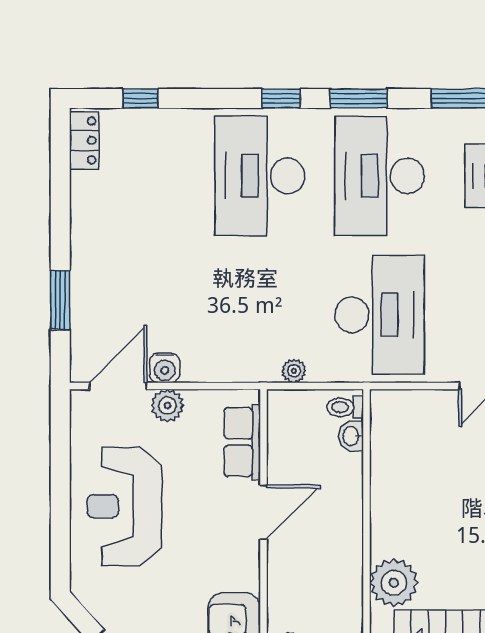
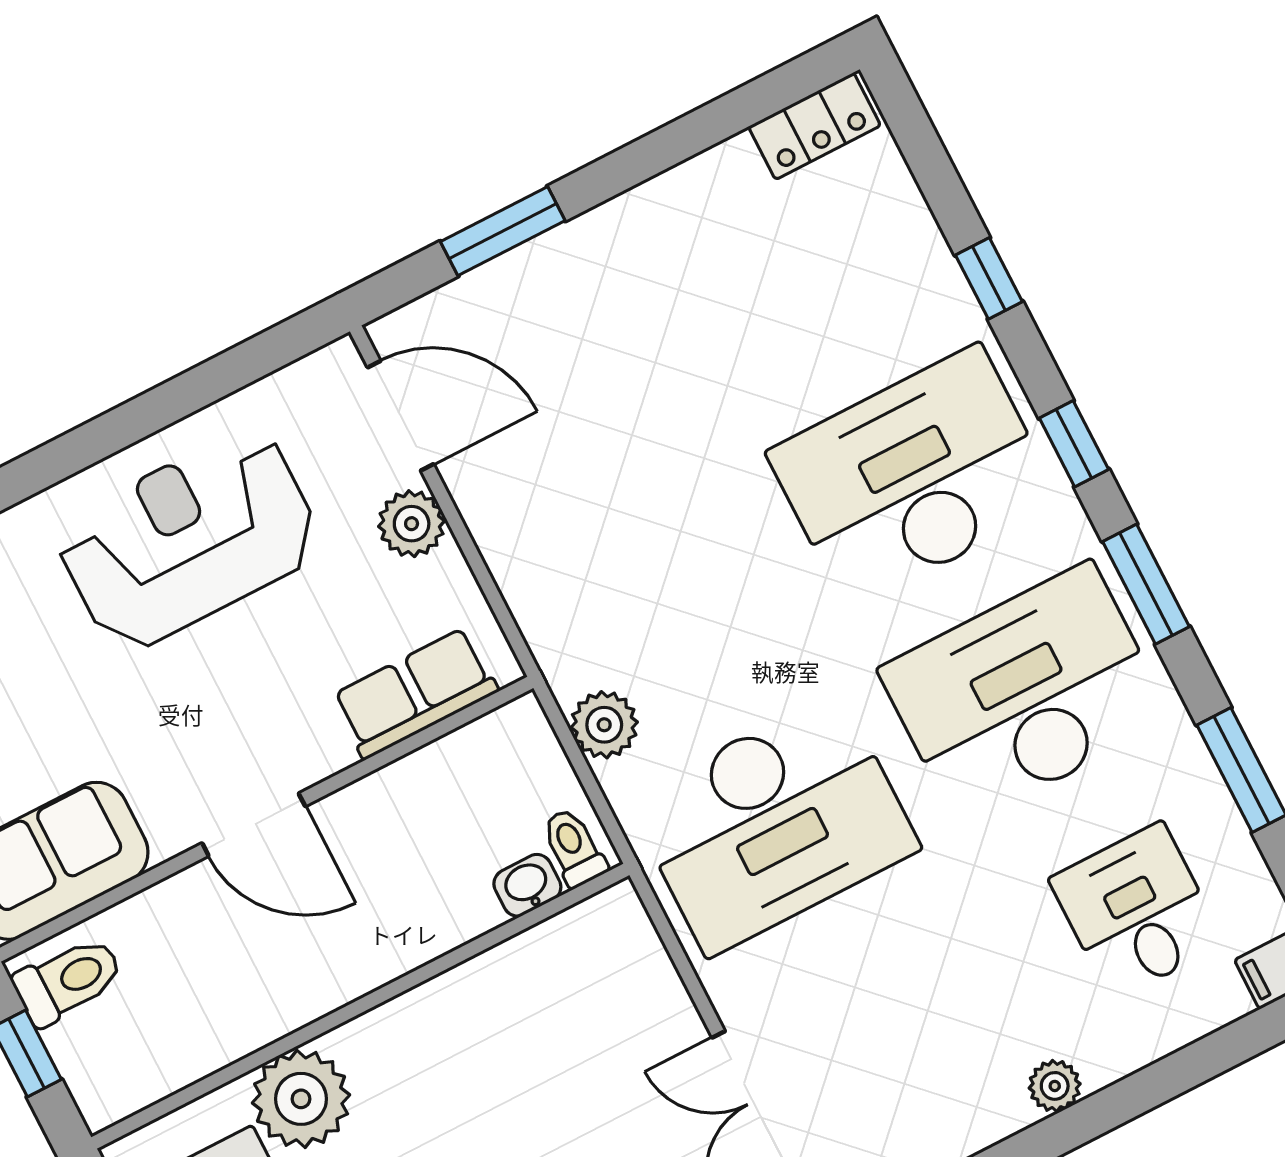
window: (141, 98) -> (989, 278), moved
water cooler: (165, 368) -> (477, 484), removed
plant: (294, 371) -> (604, 725), width x1.38, depth x1.38
door: (263, 512) -> (254, 825), moved

